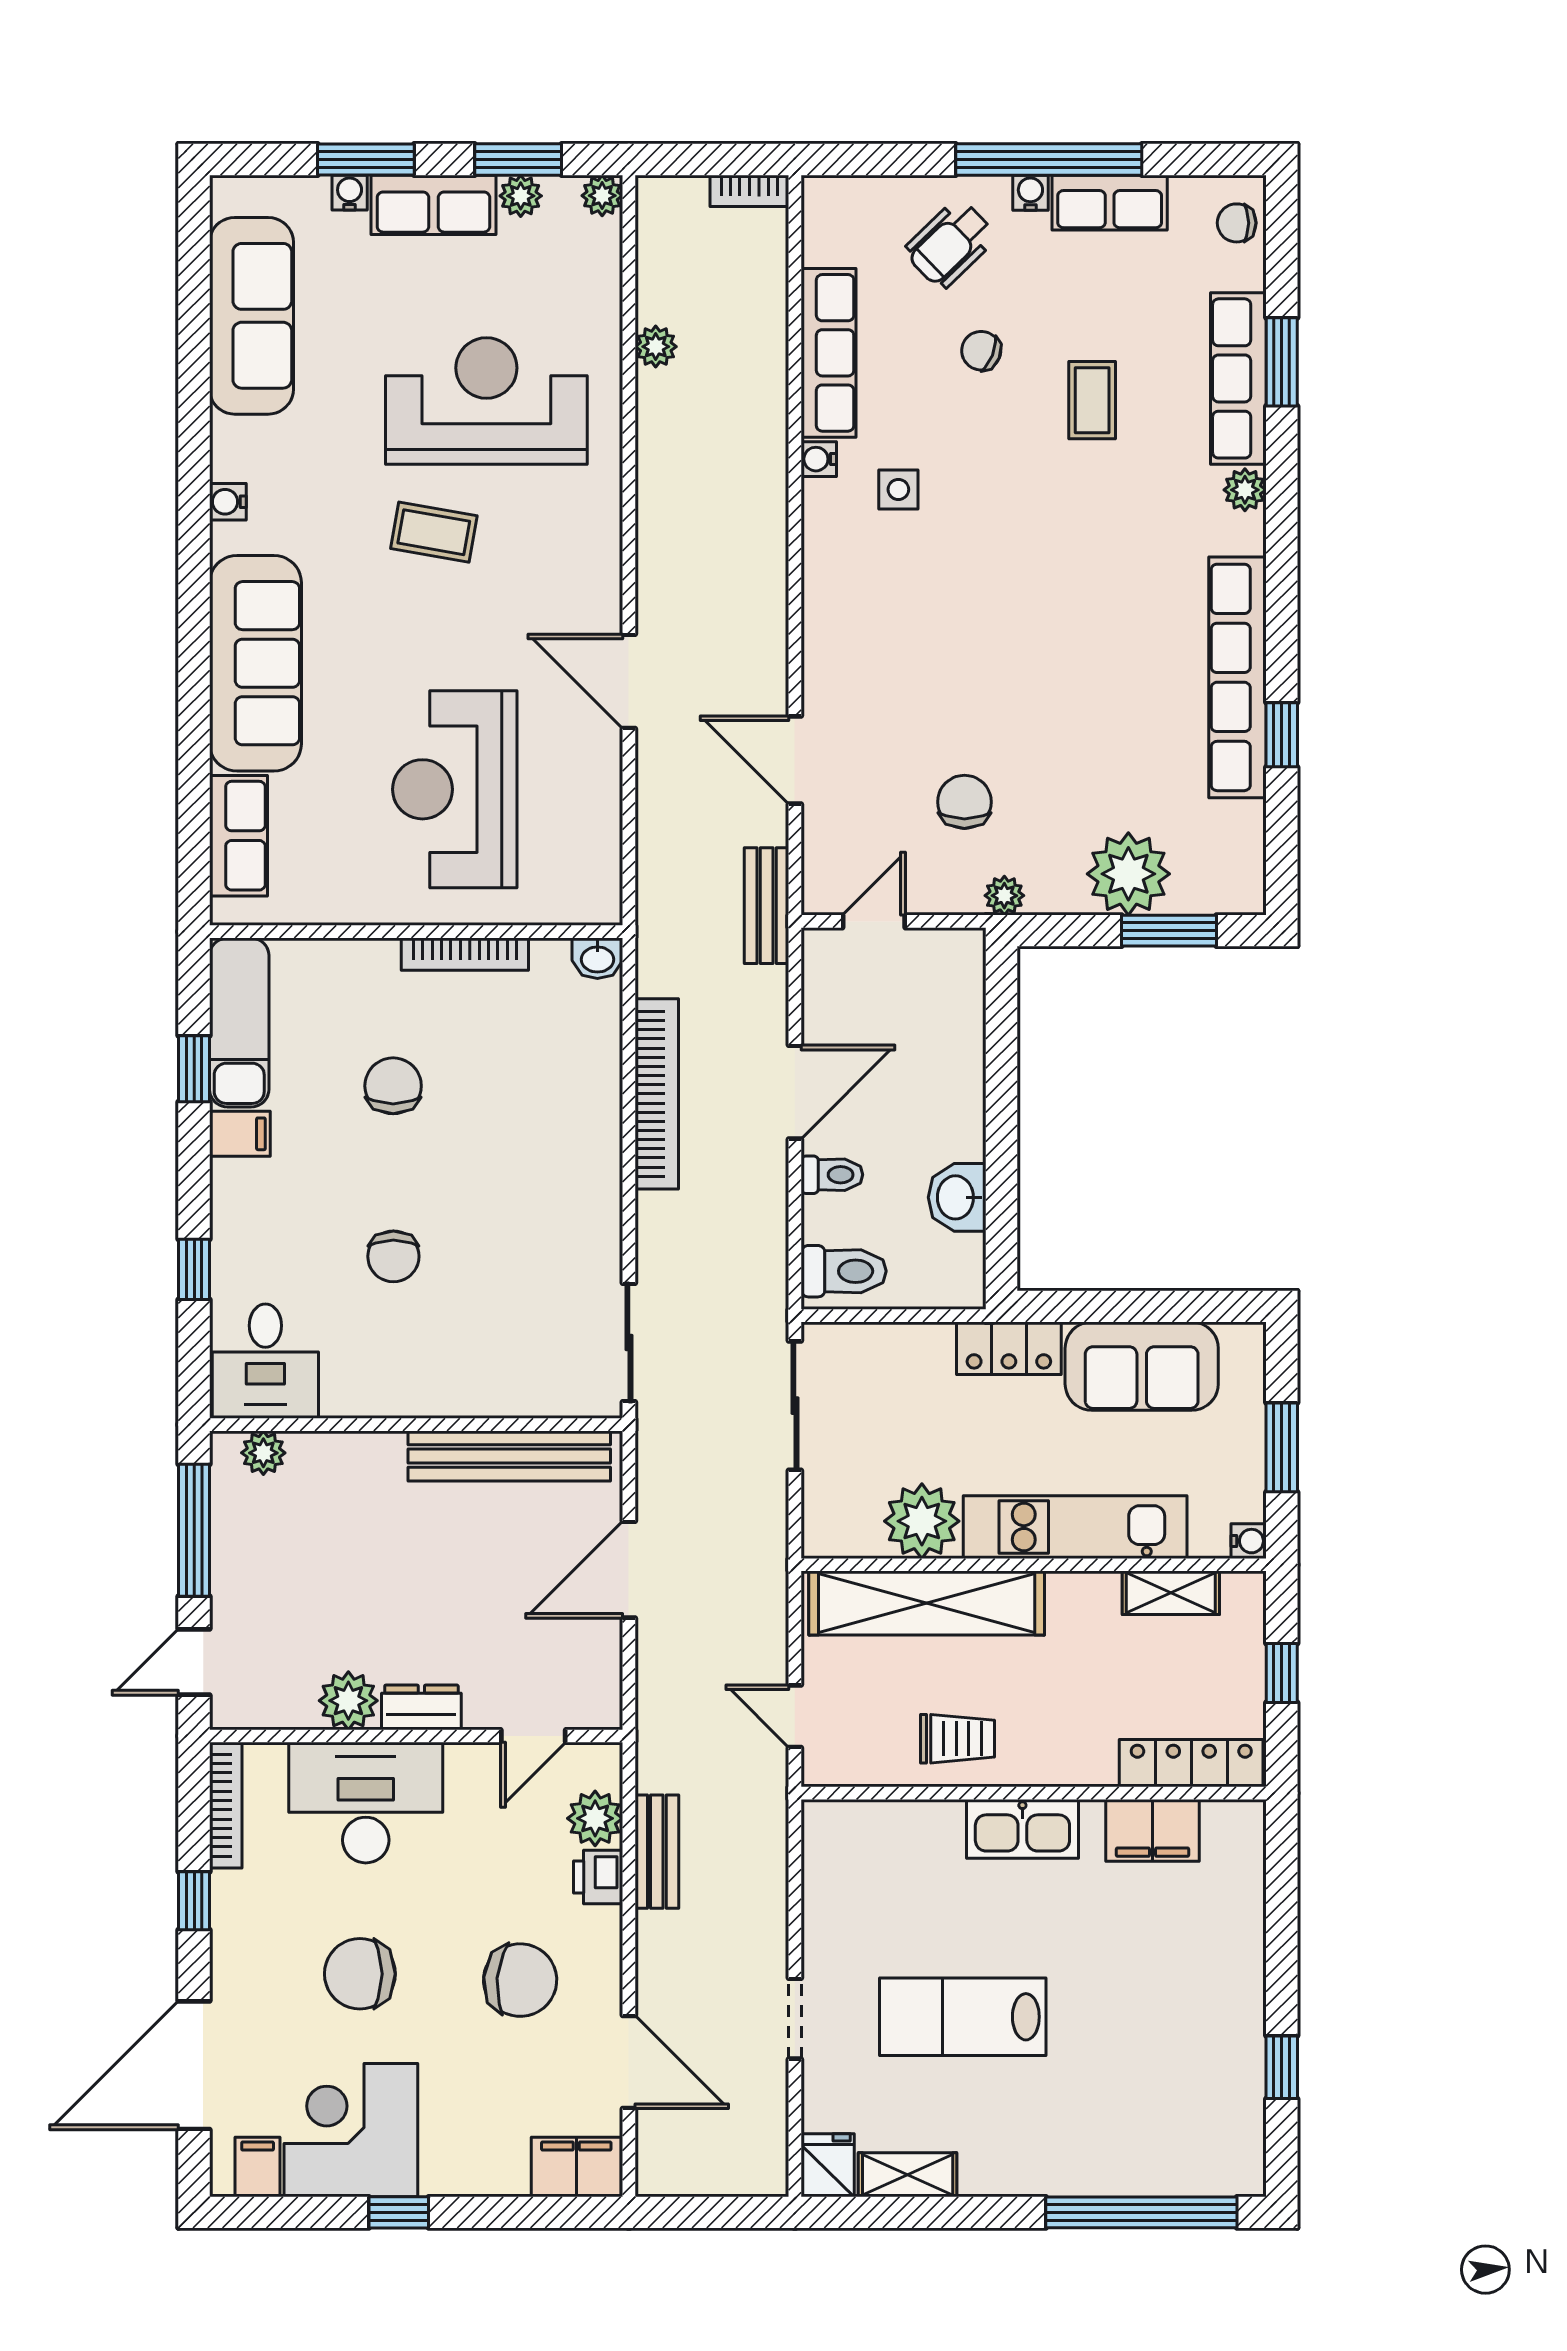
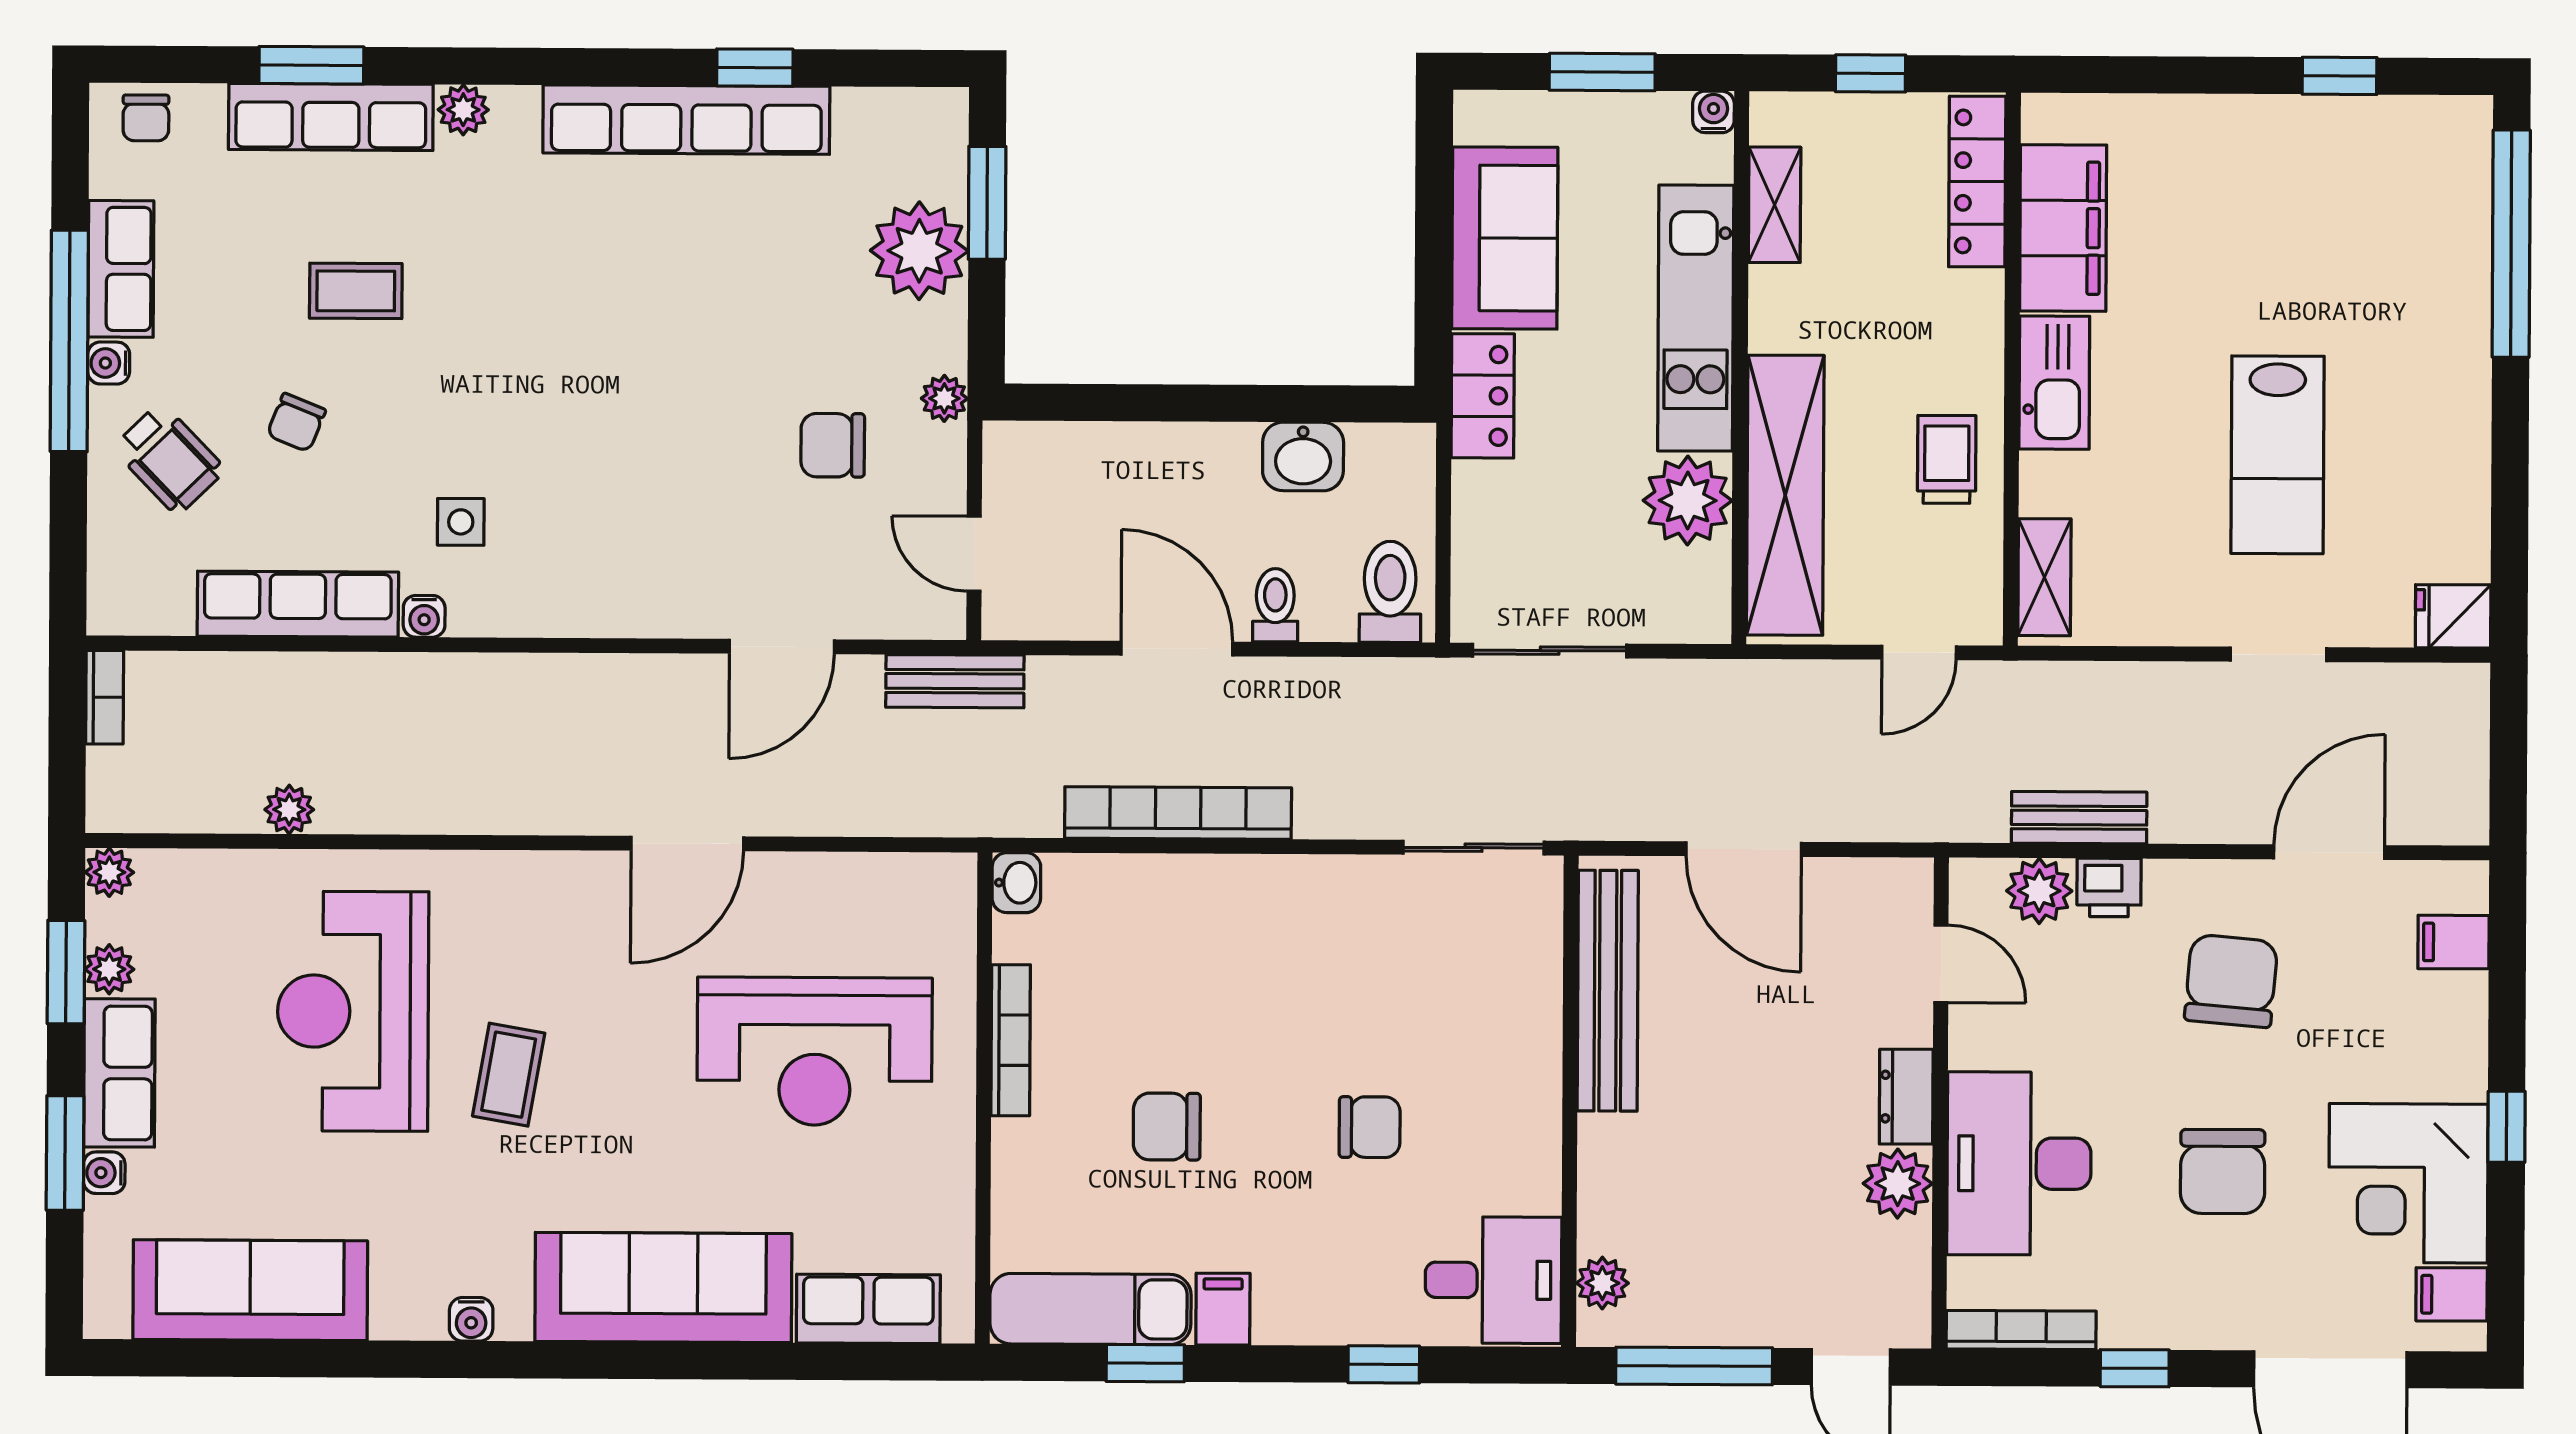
filing cabinet: (1153, 1830) -> (2063, 228), width x1.50, depth x1.17
filing cabinet: (576, 2167) -> (2453, 942), width x0.50
shelving: (908, 2175) -> (2044, 577), moved

